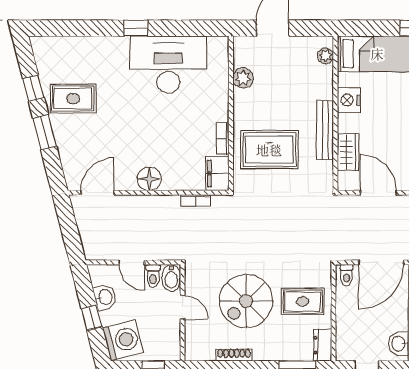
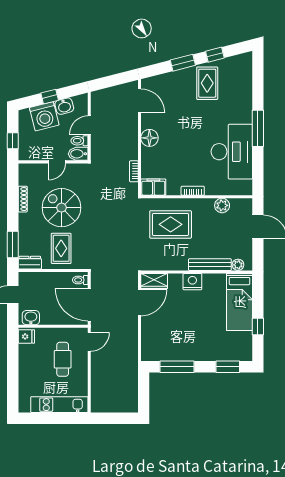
window: (136, 28) -> (258, 128), width x2.17
nightstand: (349, 100) -> (192, 282), moved
bench: (325, 130) -> (210, 265), moved
bookcase: (223, 139) -> (193, 191), moved
rug: (269, 150) -> (171, 224), turned 90
wardrobe: (348, 152) -> (154, 281), moved
washing machine: (123, 340) -> (44, 116), moved

